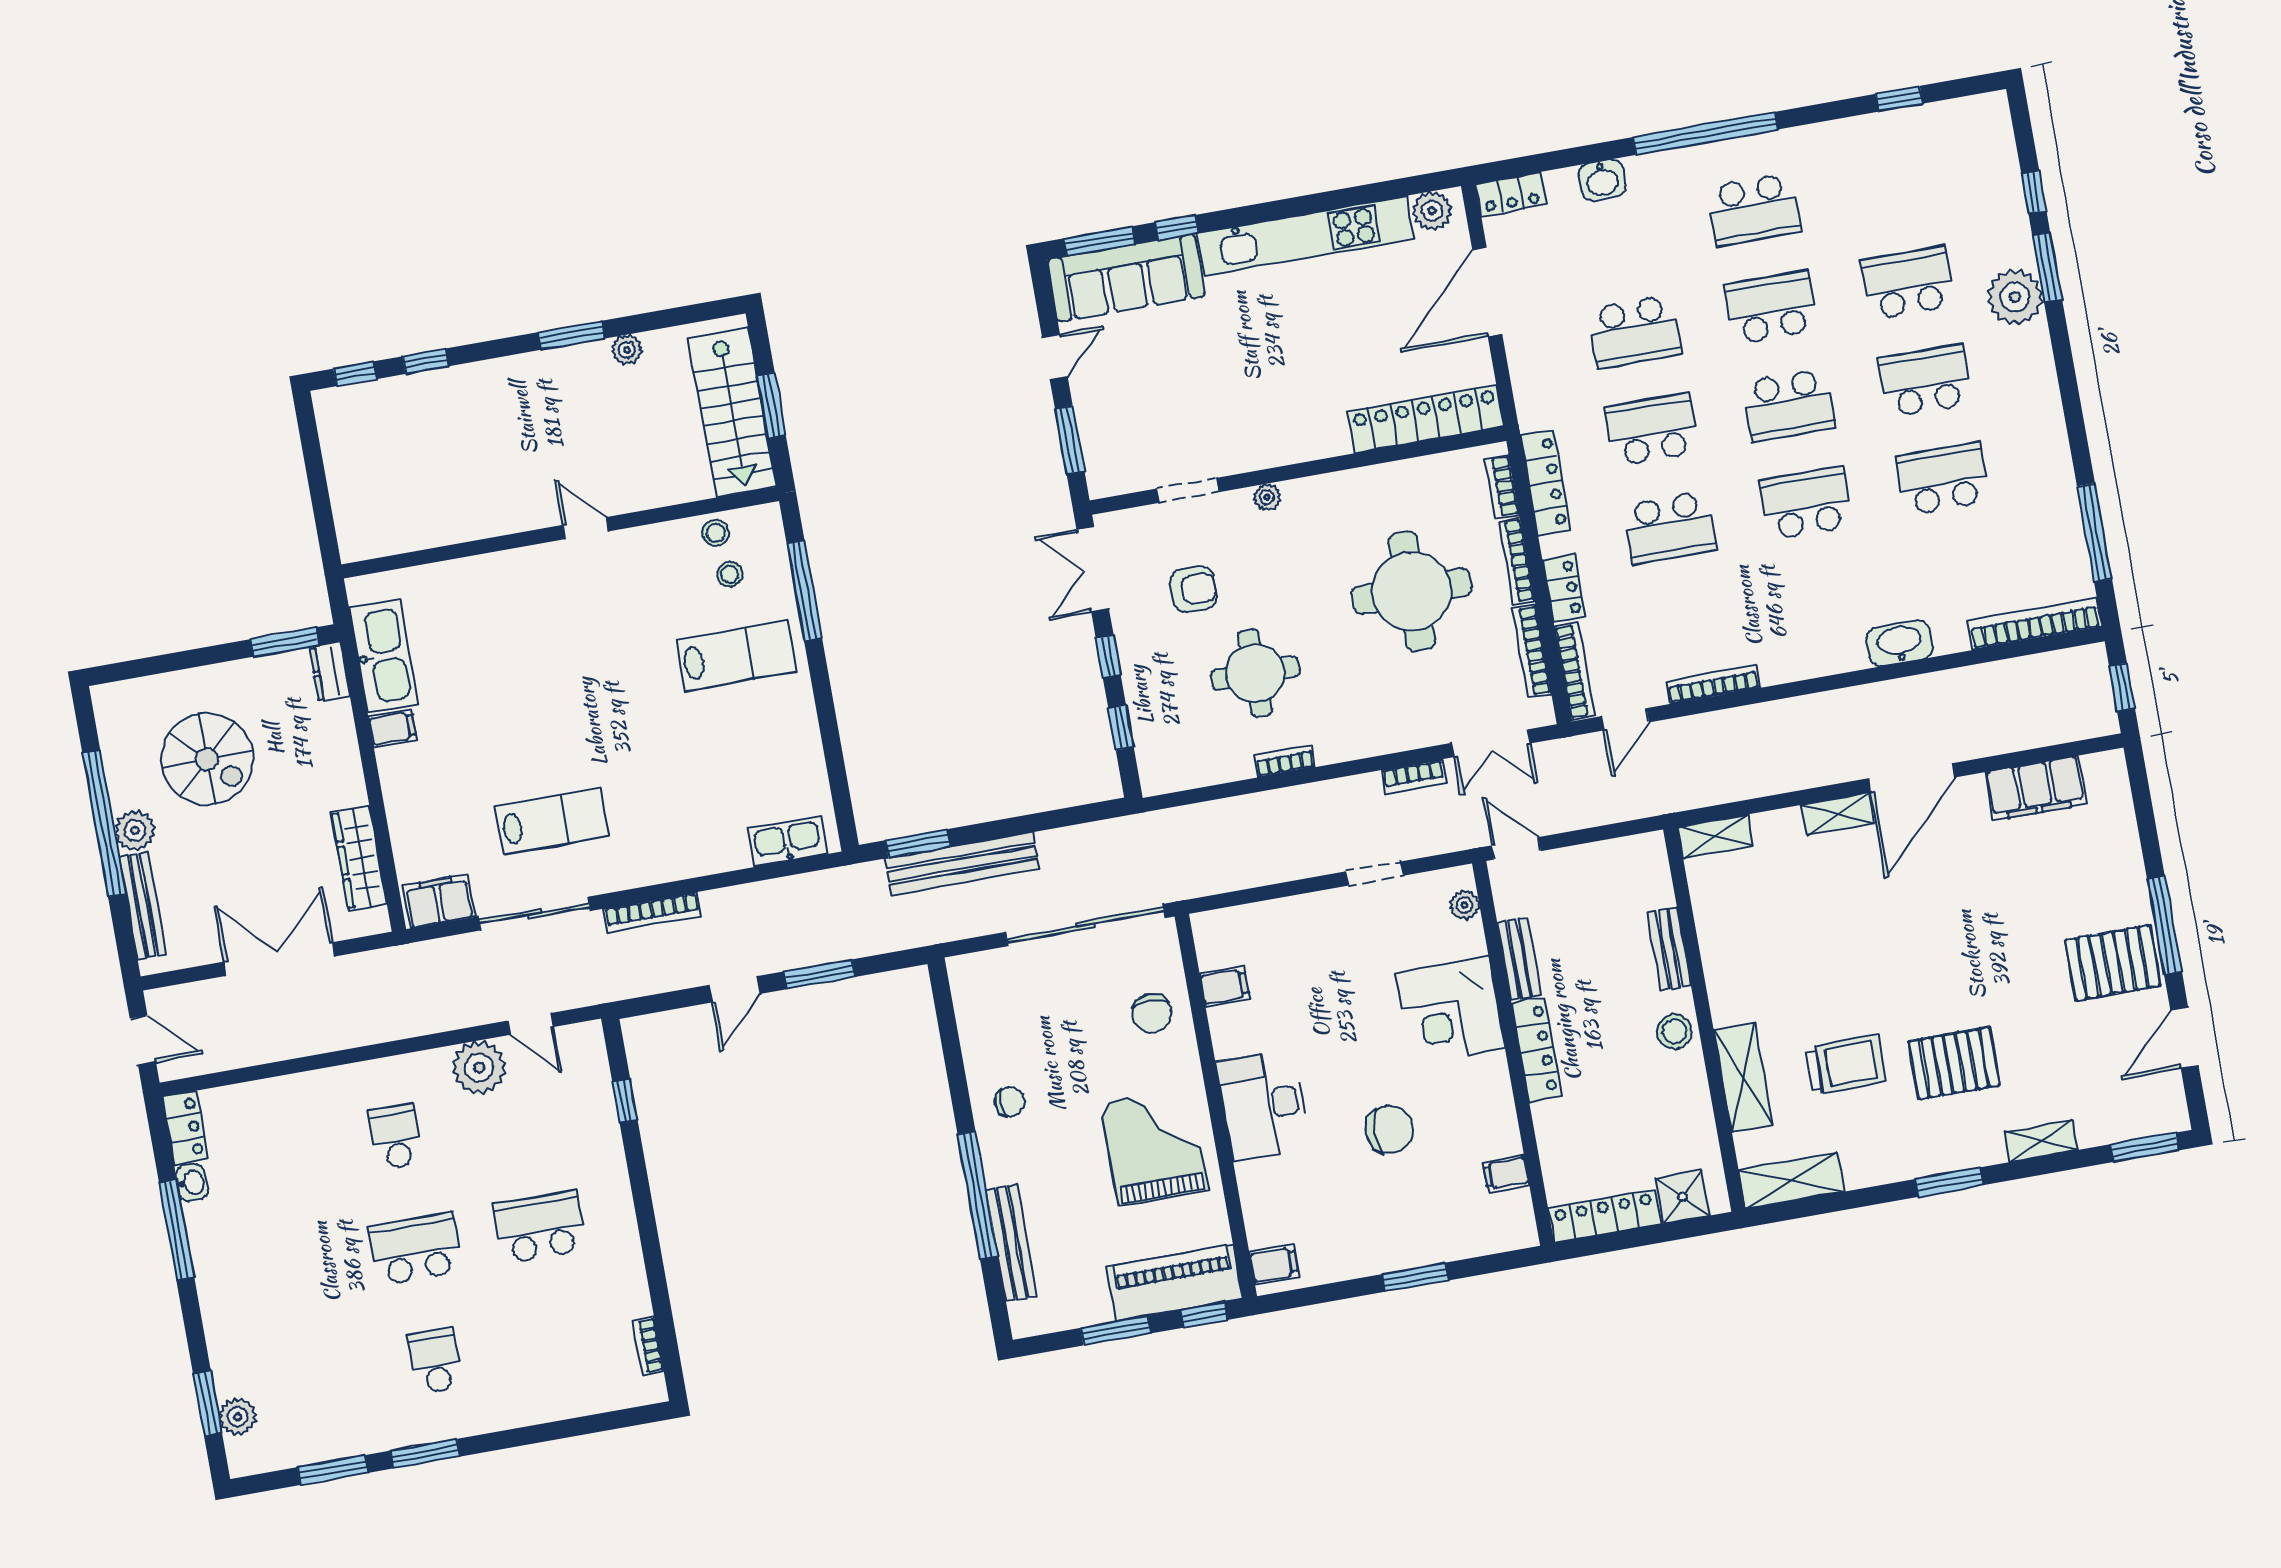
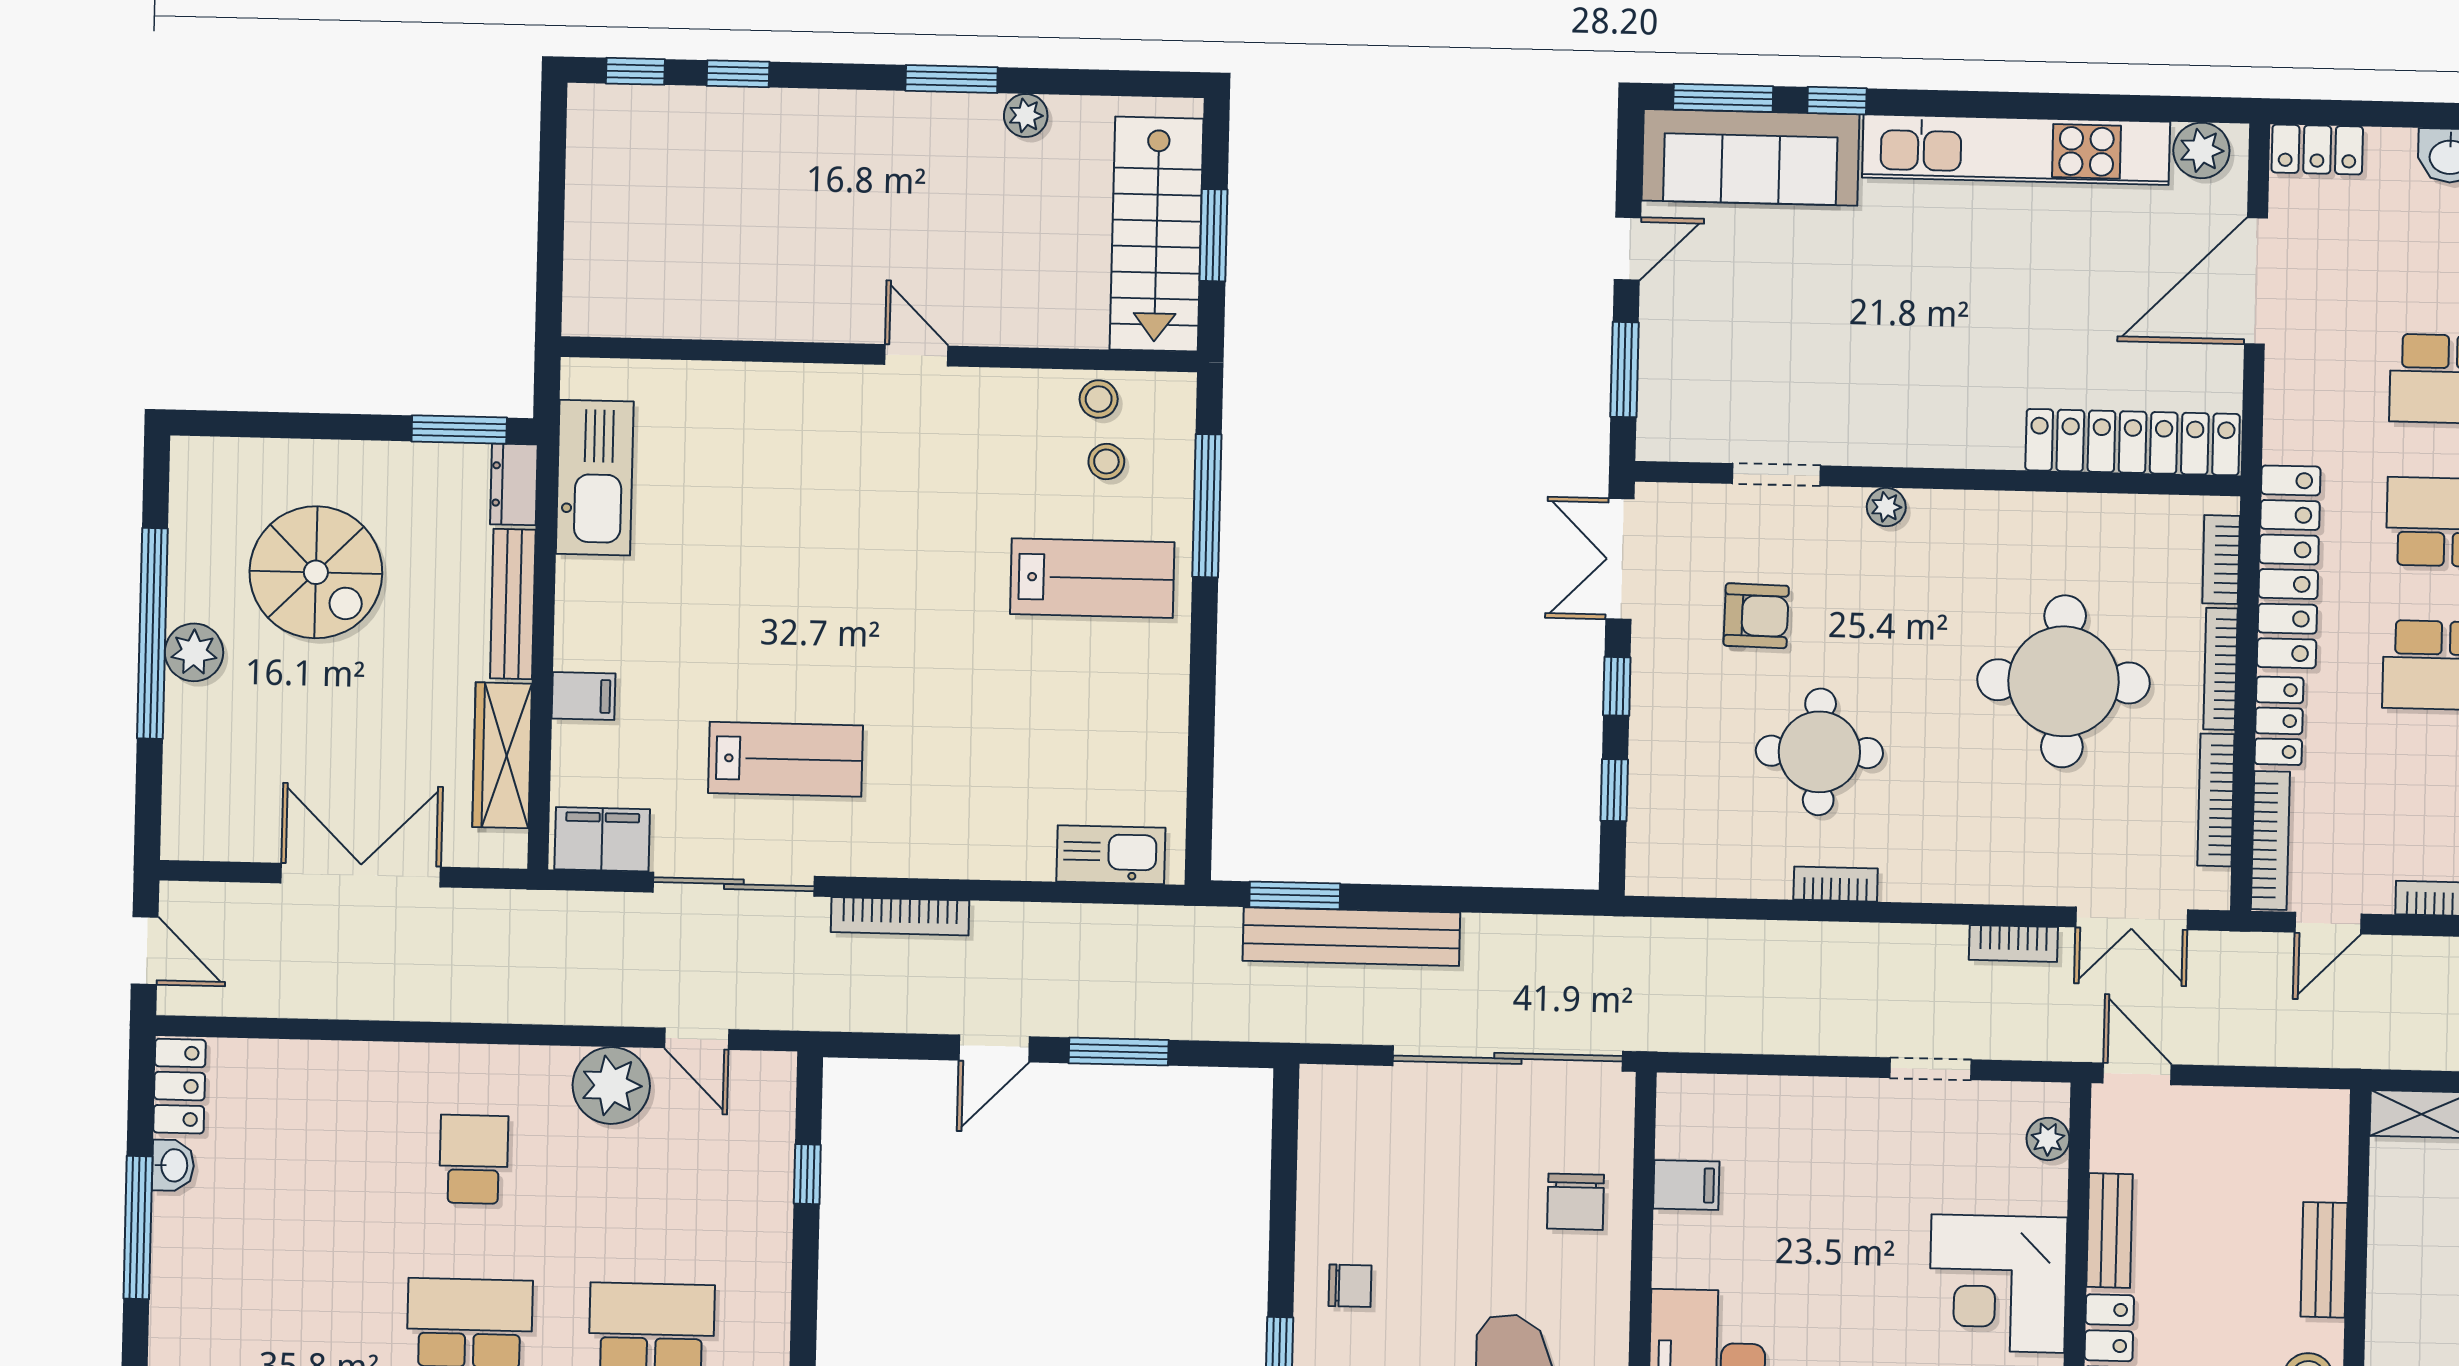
locker: (1546, 483) -> (2289, 567), width x1.41, depth x1.21
filing cabinet: (392, 728) -> (584, 696), moved
bench: (143, 905) -> (513, 604), moved

